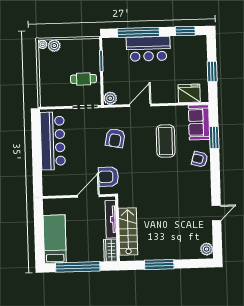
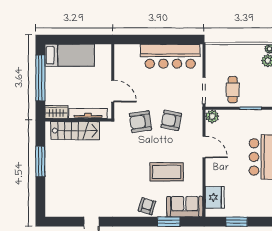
armchair: (108, 177) -> (140, 122), moved, turned -98
plant: (207, 249) -> (55, 211), removed

